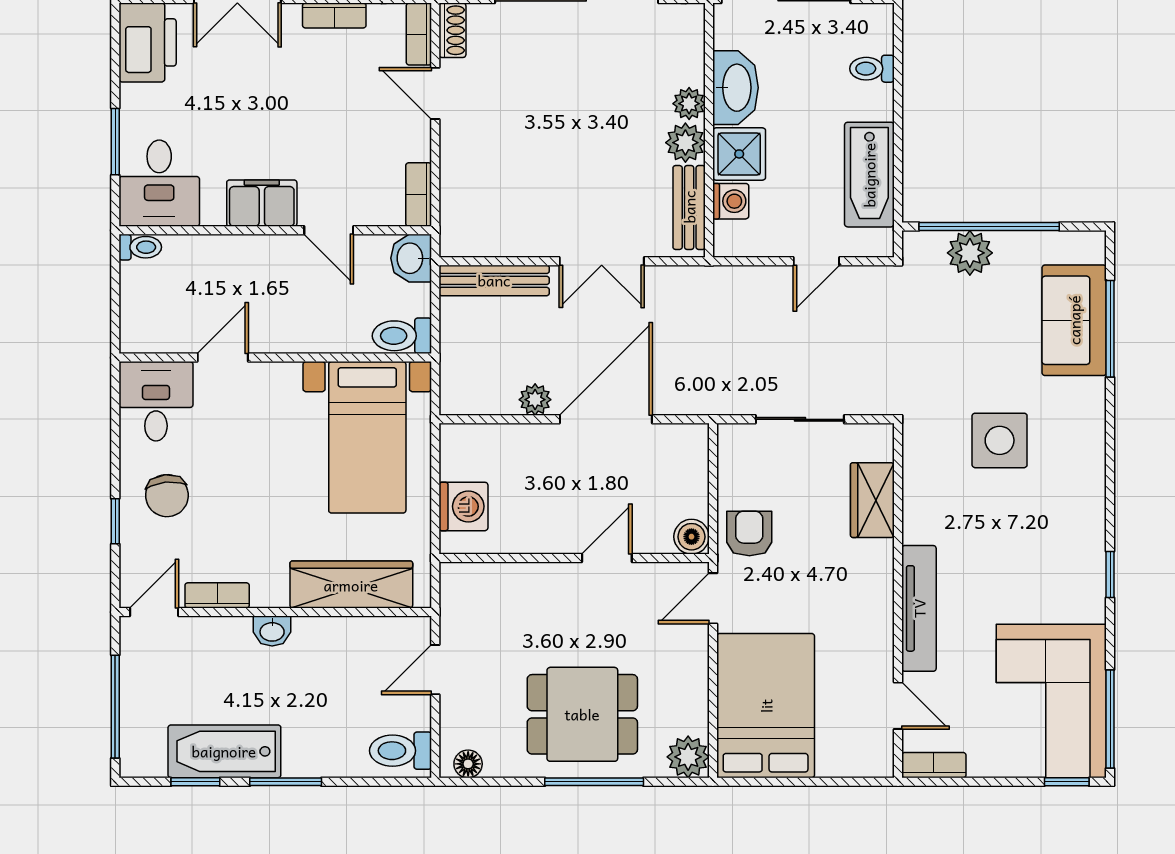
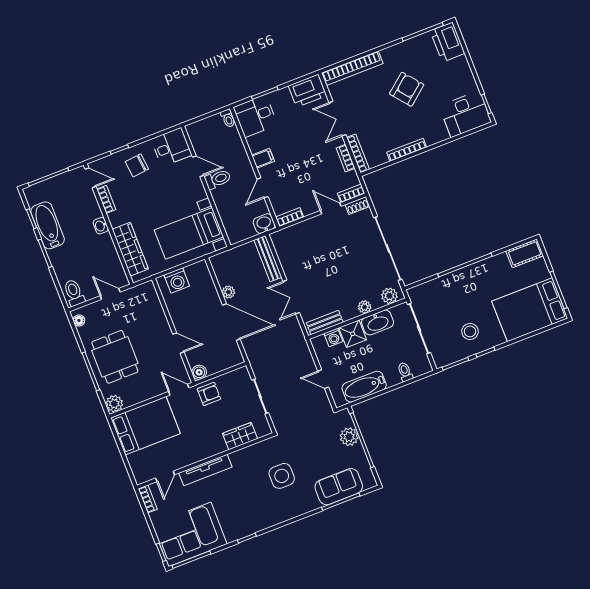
door: (435, 93) -> (331, 208), hinge flipped
plant: (685, 143) -> (389, 296), moved
filing cabinet: (262, 203) -> (263, 158), width x0.50
toilet: (402, 336) -> (218, 179), moved, turned 90

